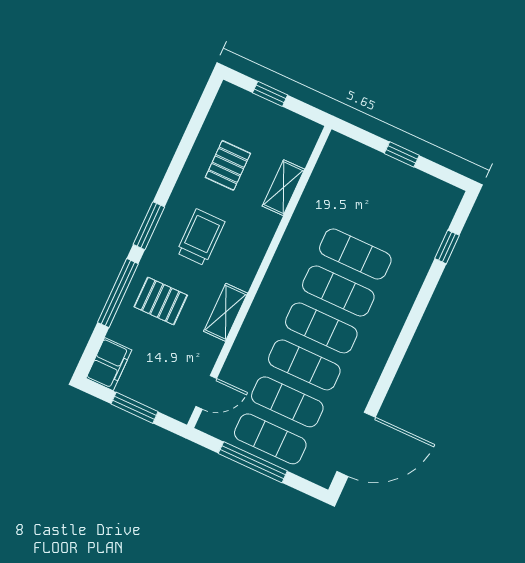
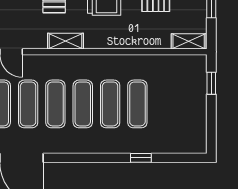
window: (402, 154) -> (211, 83), moved
shelving: (283, 188) -> (189, 41), moved
window: (447, 247) -> (141, 158), moved

